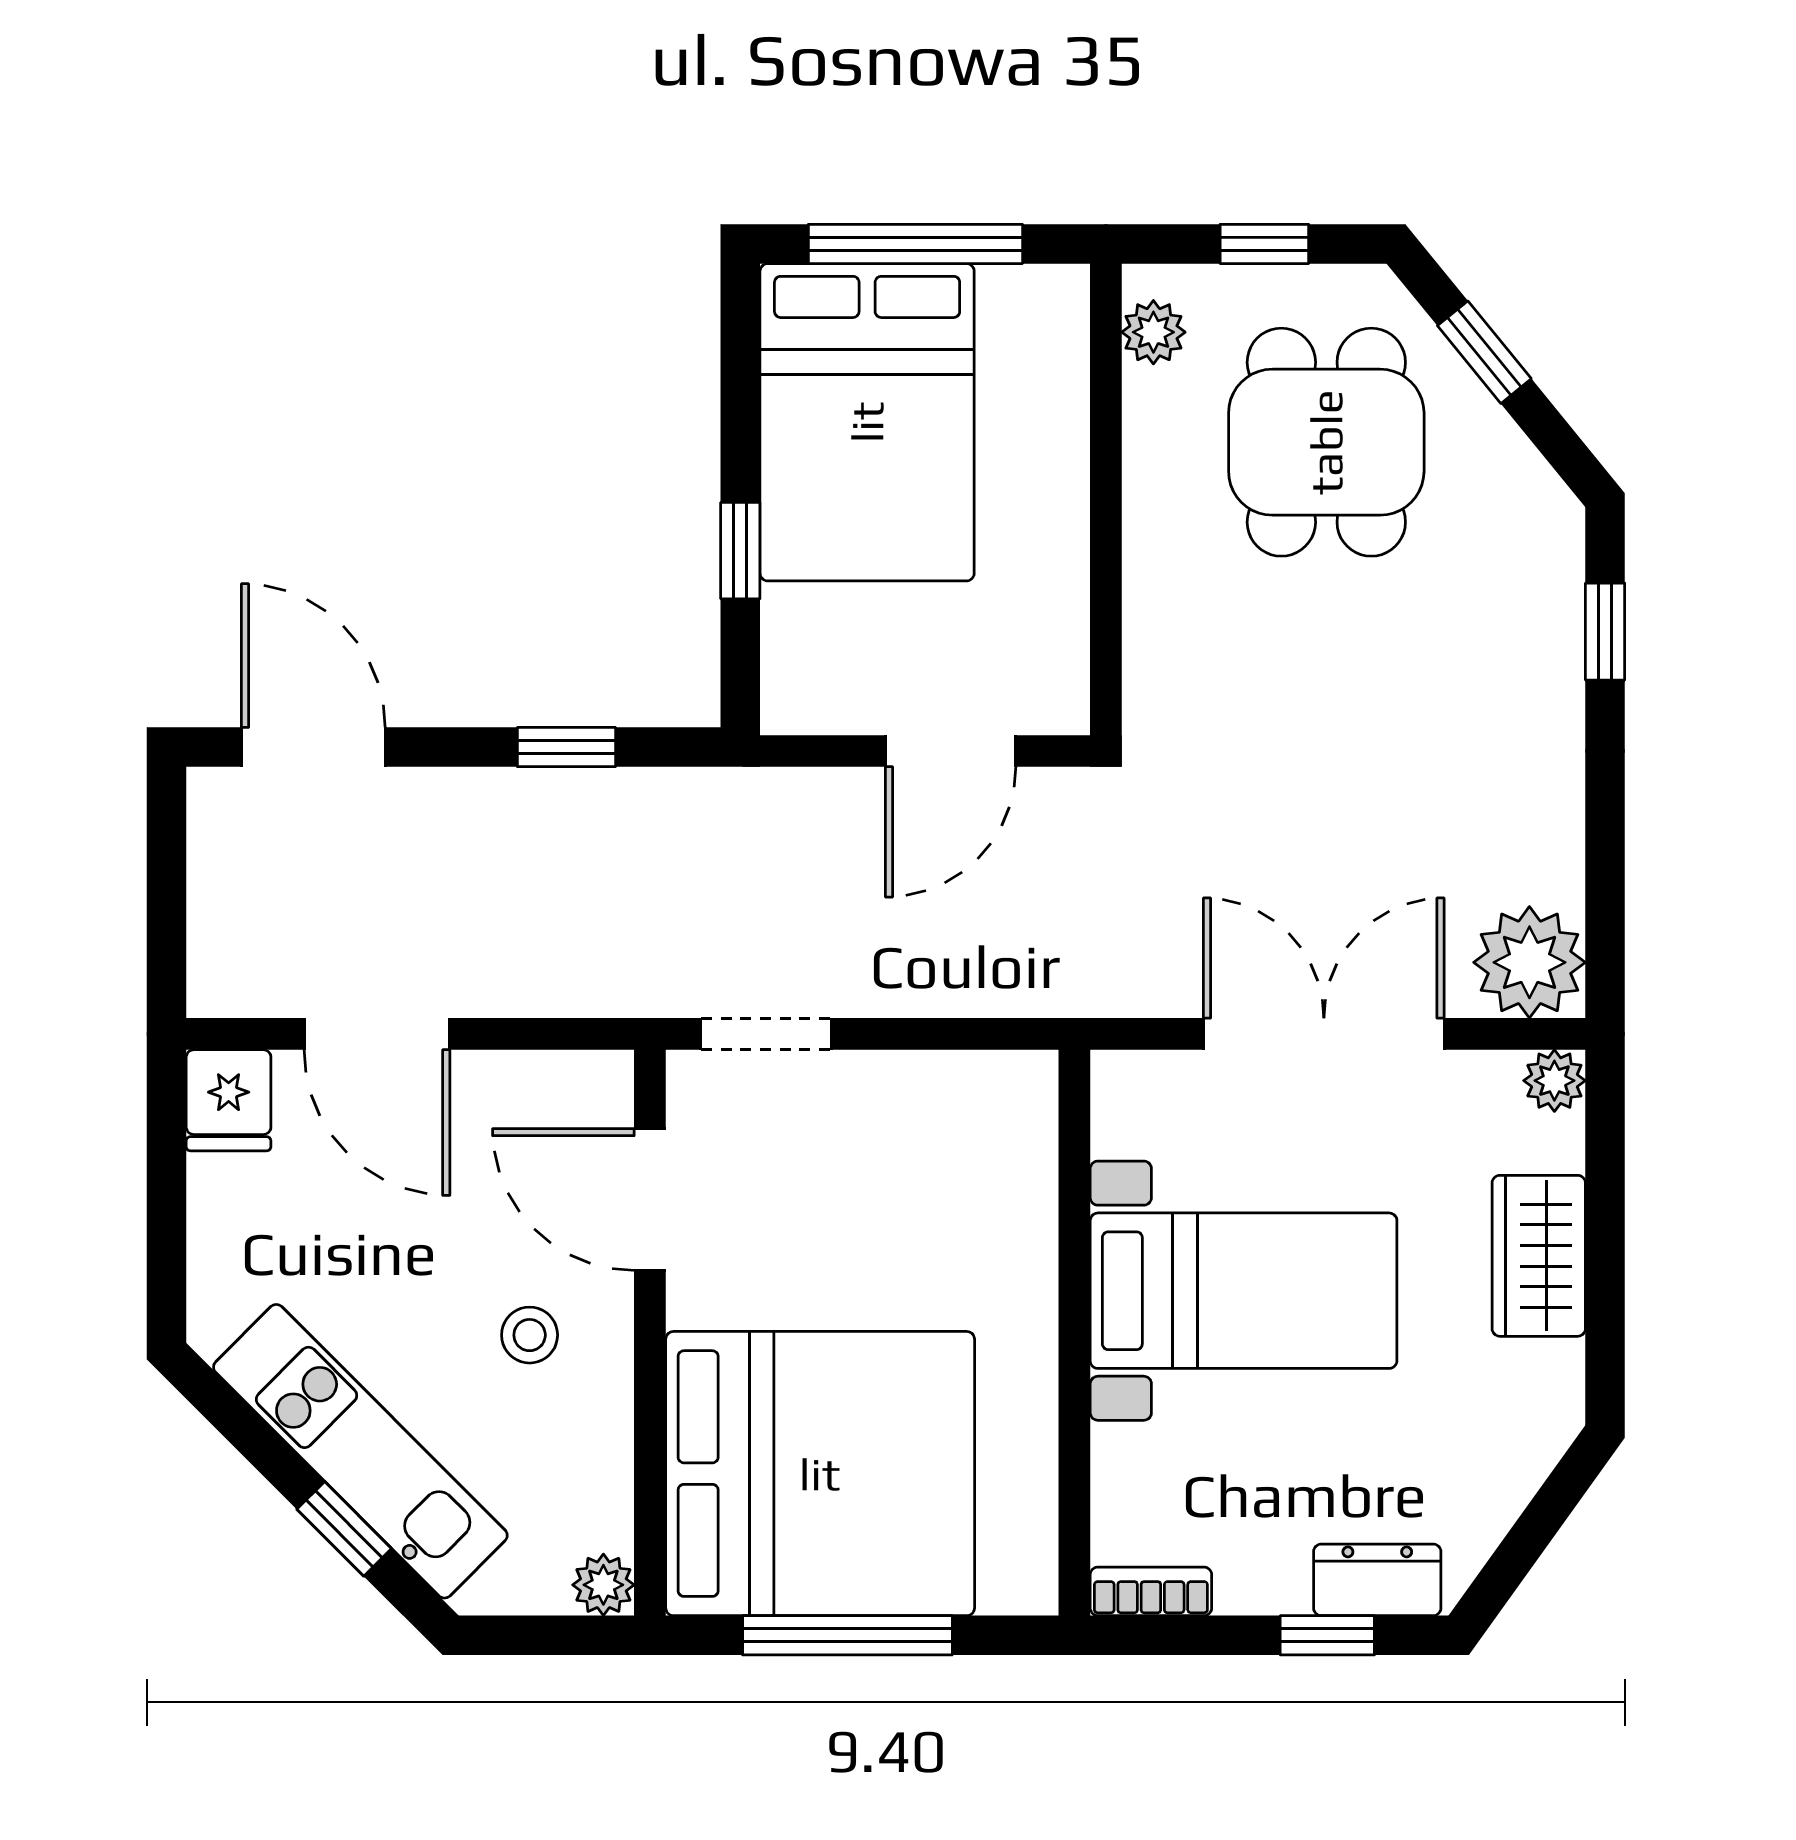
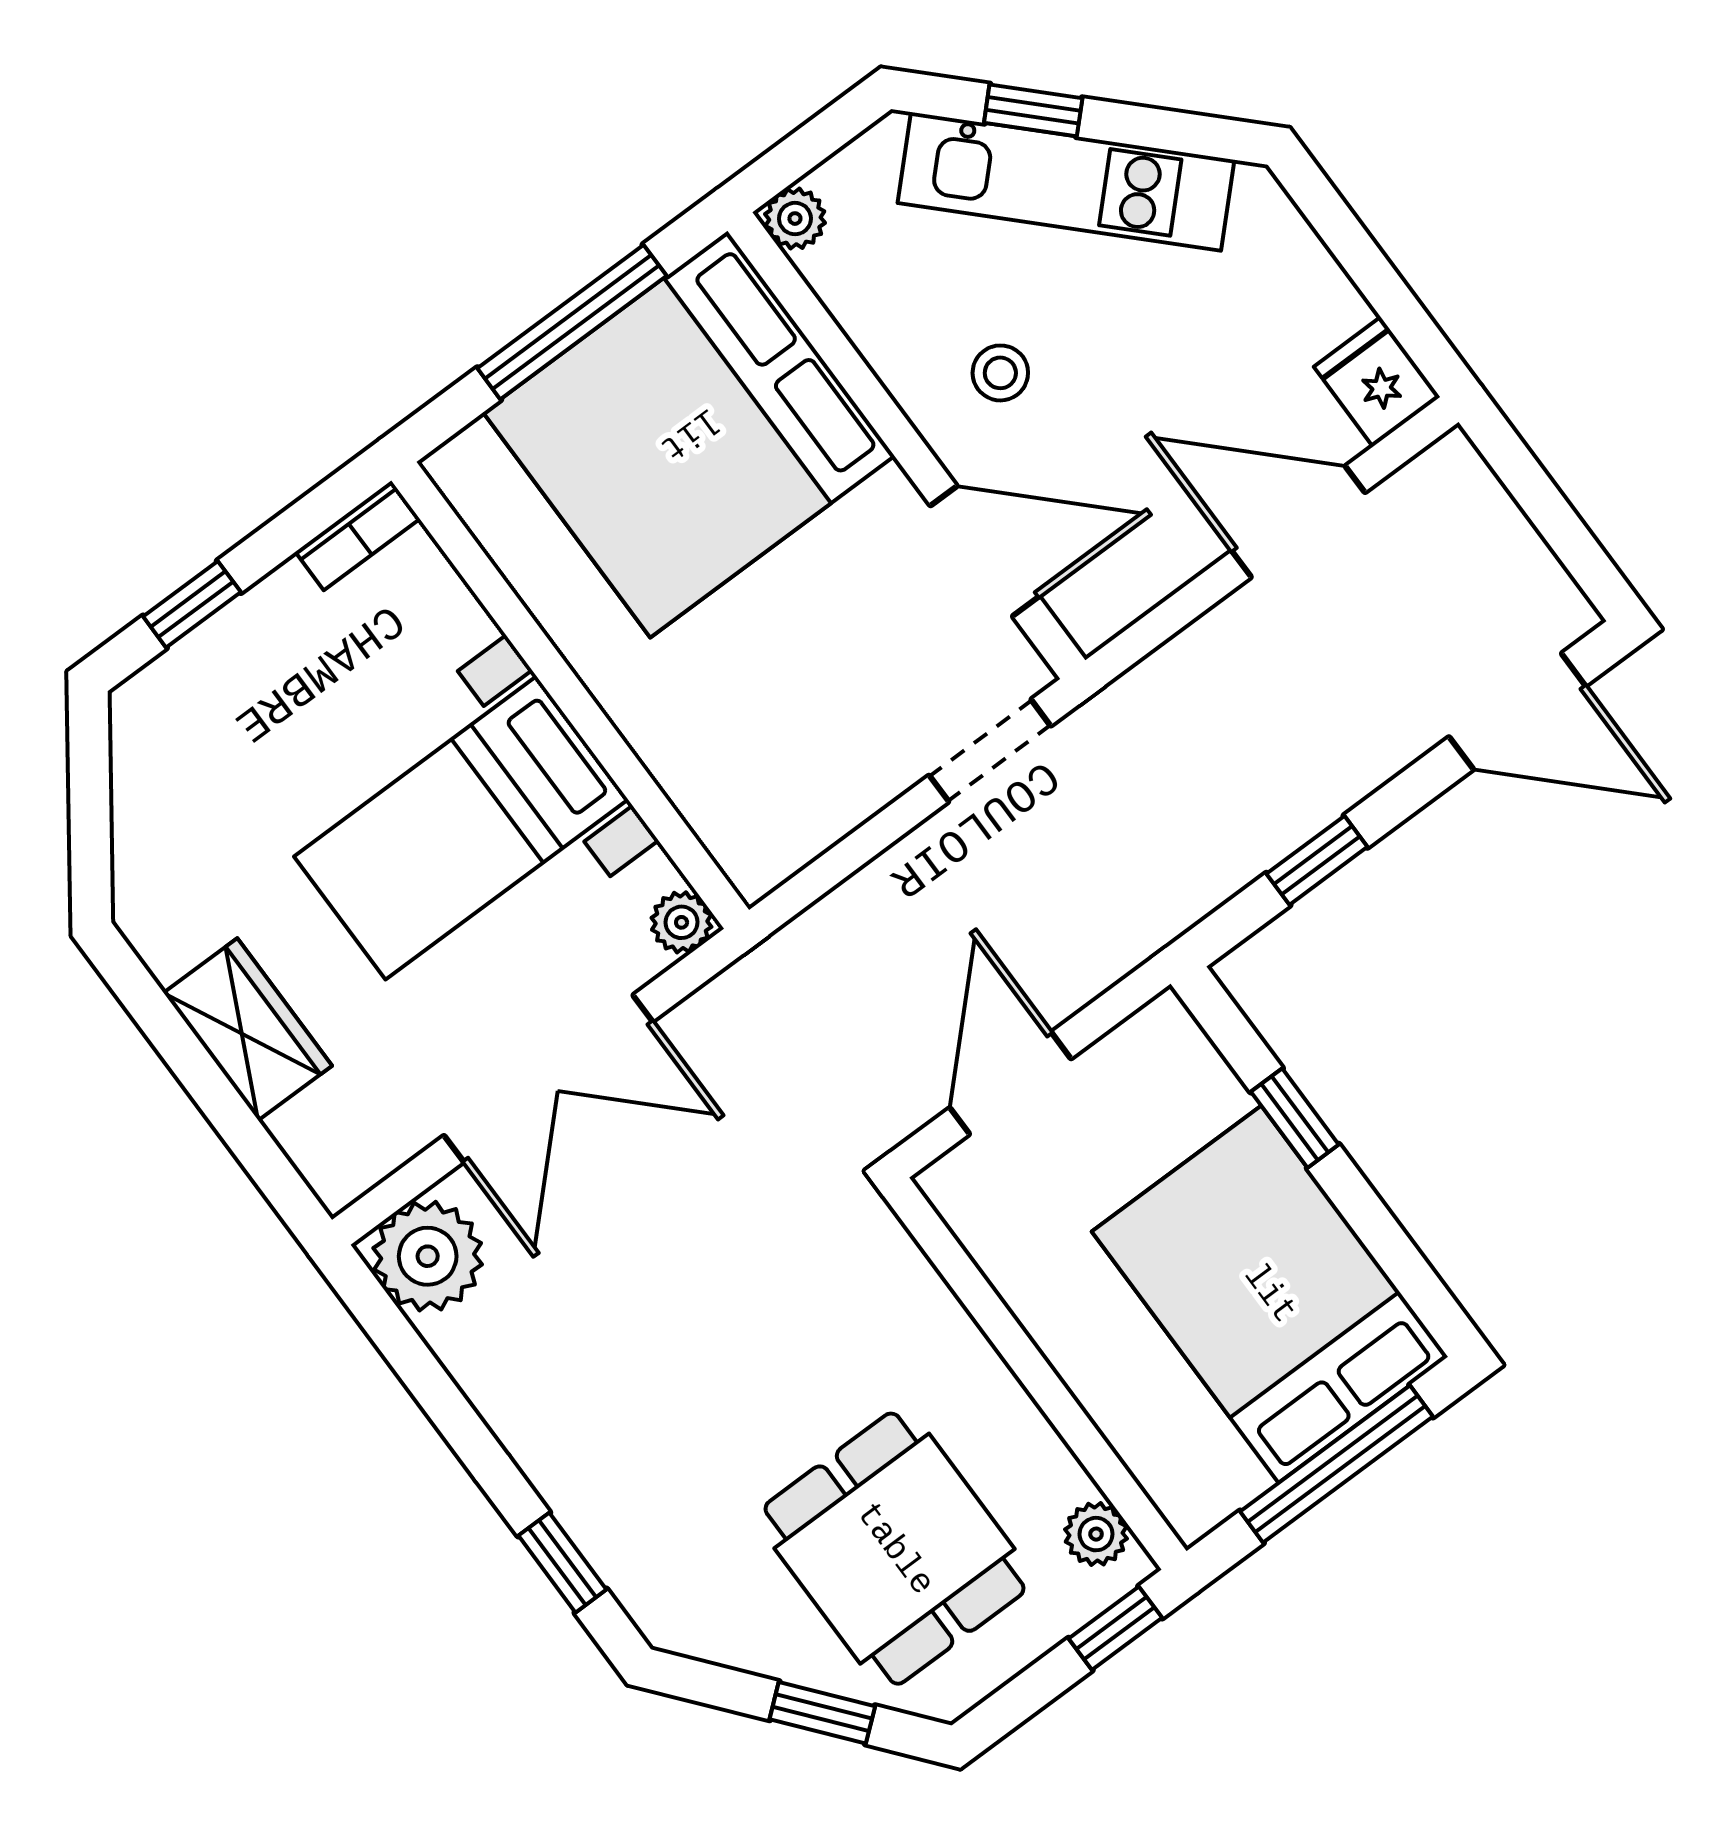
window: (1264, 244) -> (1115, 1628), moved
plant: (1554, 1081) -> (682, 922), moved
dresser: (1377, 1580) -> (185, 678), removed

